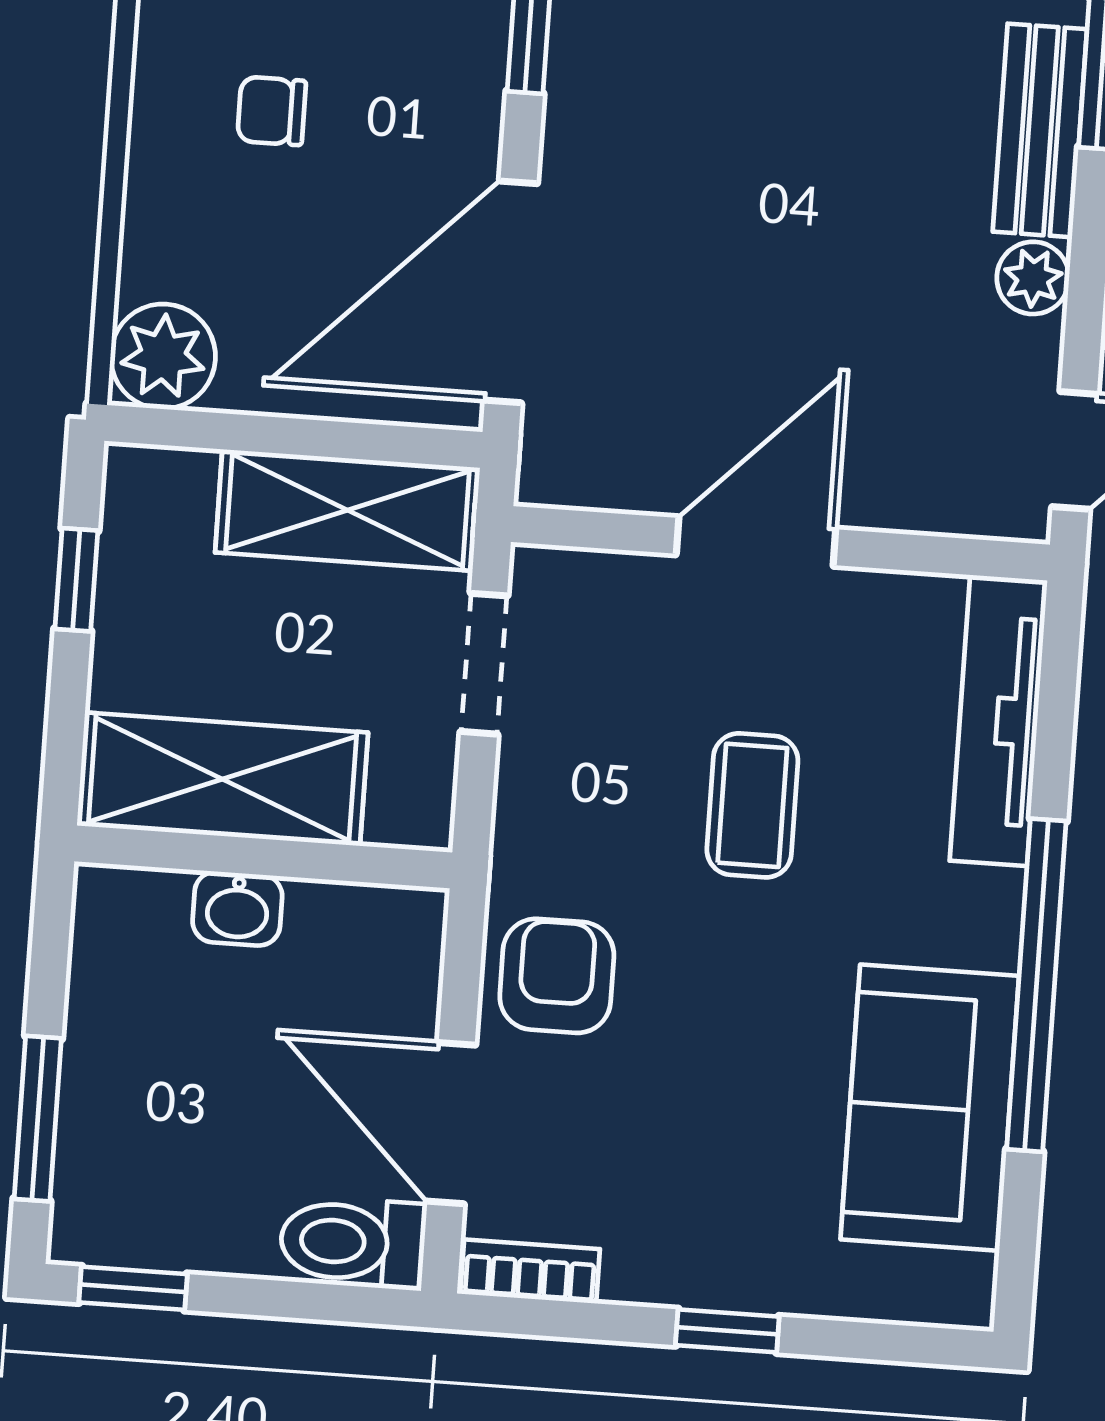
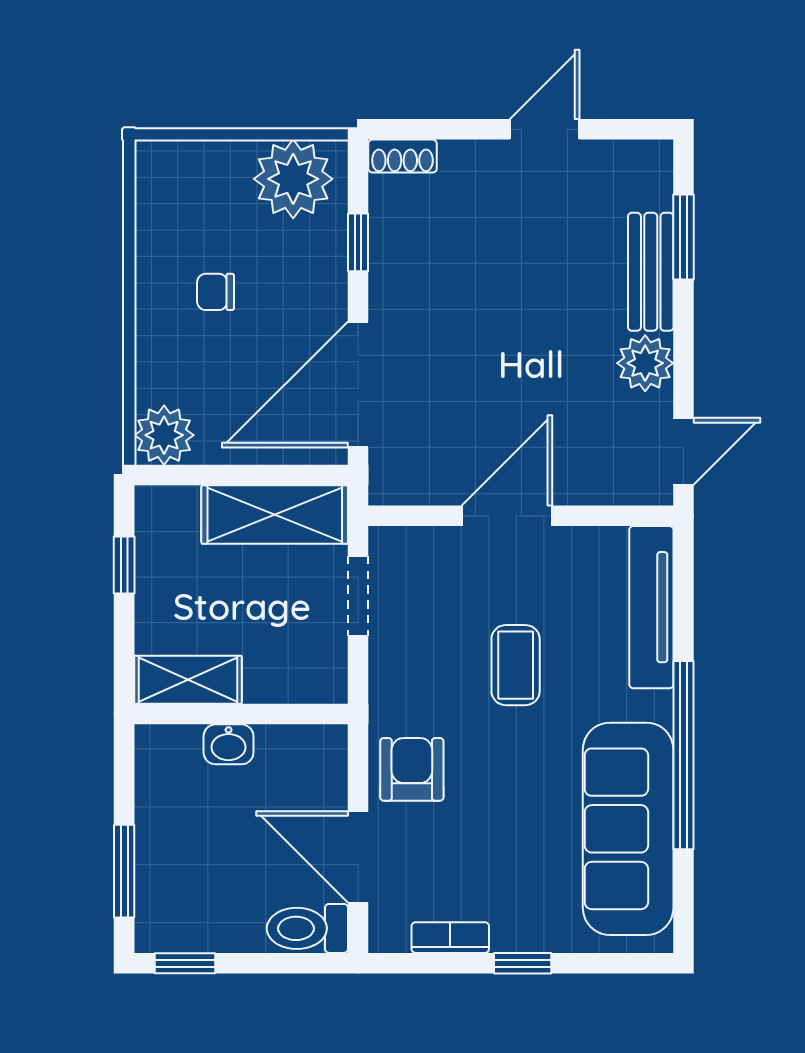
plant: (1033, 278) -> (645, 363), width x1.38, depth x1.38
shelving: (222, 779) -> (188, 680), width x0.67, depth x0.75
sofa: (930, 1108) -> (628, 829), width x1.36
bookcase: (530, 1271) -> (450, 938), moved

